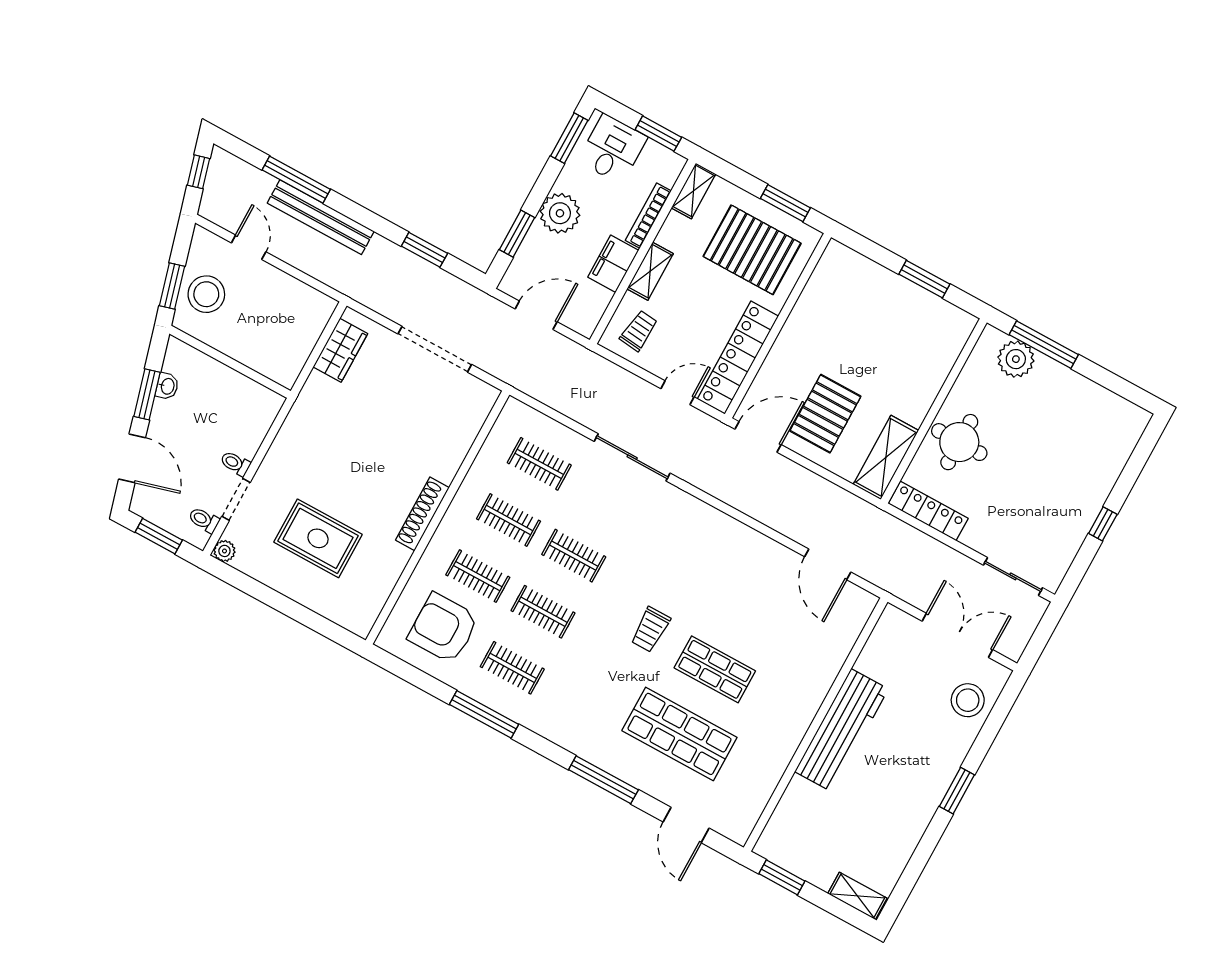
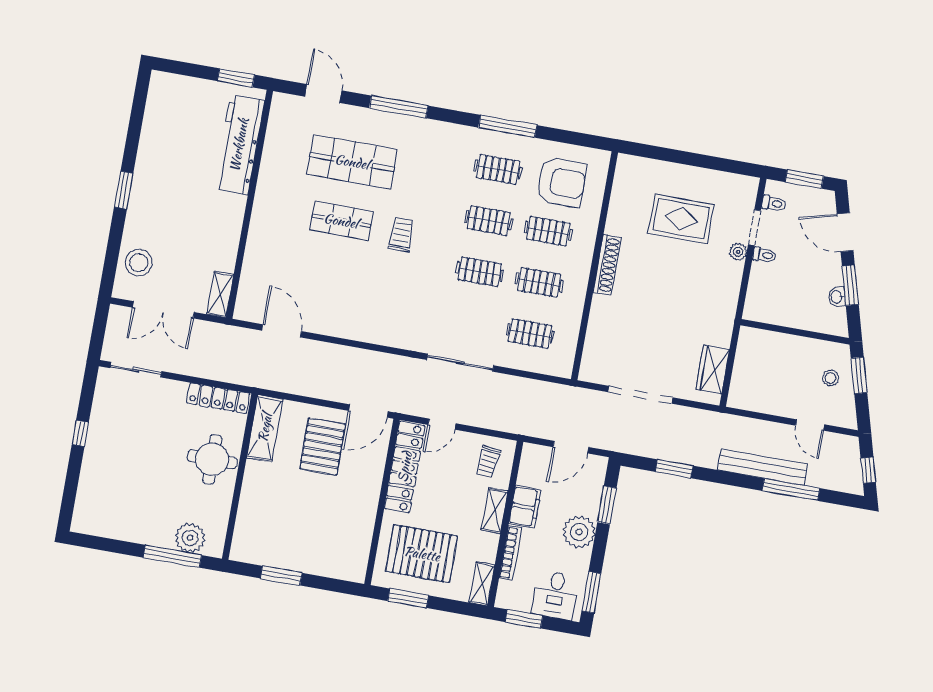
stool: (206, 294) -> (831, 378), width x0.53, depth x0.53
plant: (224, 551) -> (738, 252), moved
workbench: (841, 730) -> (239, 145), moved
shelving: (857, 896) -> (220, 294), moved, turned 90

